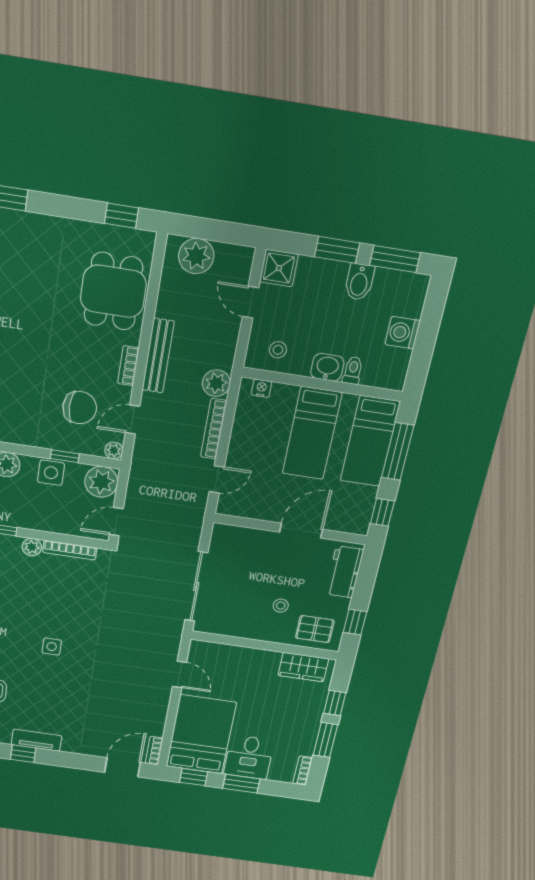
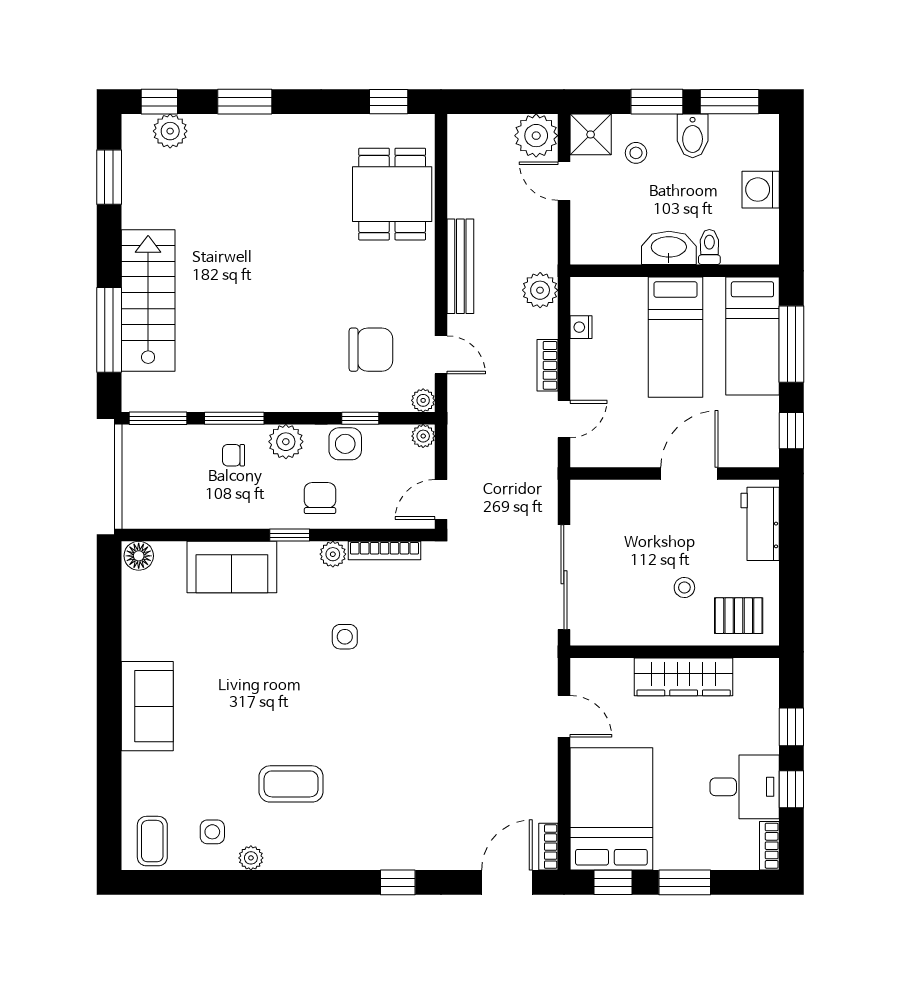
plant: (196, 256) -> (536, 136), moved
stool: (278, 350) -> (636, 153), moved
bookcase: (128, 366) -> (425, 285), removed
washbasin: (327, 367) -> (669, 248), width x1.38
nightstand: (261, 388) -> (581, 327), moved, turned -90
door: (132, 420) -> (441, 355), swing flipped
bookcase: (214, 429) -> (547, 365), width x0.64
plant: (101, 482) -> (423, 436), width x0.53, depth x0.53
chair: (27, 508) -> (320, 498), added
window: (355, 622) -> (791, 596), removed
side table: (52, 647) -> (345, 637), moved
wardrobe: (303, 667) -> (684, 677), moved, width x1.50
tv unit: (36, 740) -> (376, 856), removed
window: (325, 740) -> (791, 789), width x0.67
window: (23, 754) -> (398, 882), moved
desk: (249, 757) -> (745, 787), moved, turned -90

